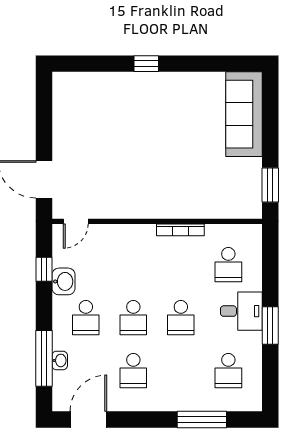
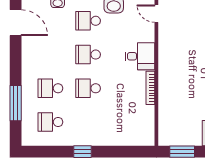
school desk: (228, 265) -> (126, 122), removed
desk: (241, 311) -> (140, 56), moved, turned -90
window: (270, 325) -> (83, 152), width x0.67
school desk: (133, 371) -> (50, 88), moved

